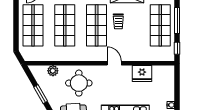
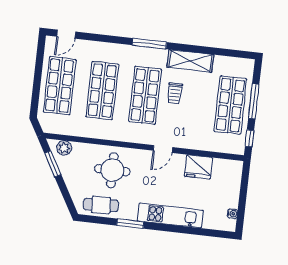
door: (114, 63) -> (163, 149), swing flipped
plant: (53, 71) -> (64, 148), moved
window: (41, 94) -> (53, 164), moved

